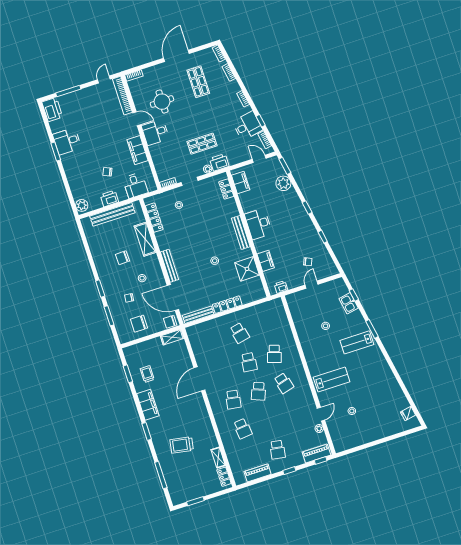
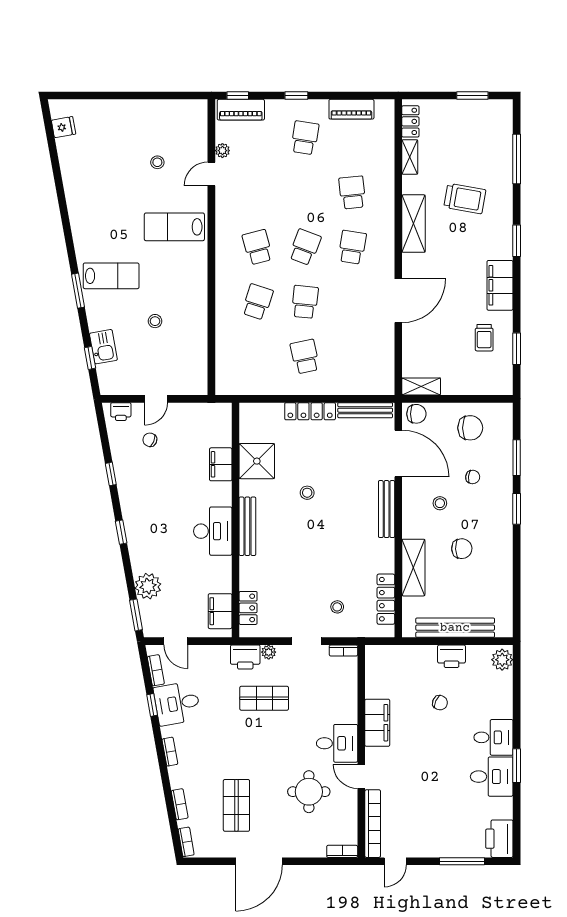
desk: (135, 185) -> (493, 737), moved, turned 90
printer: (281, 287) -> (121, 412), moved
shelving: (205, 423) -> (414, 224), added

